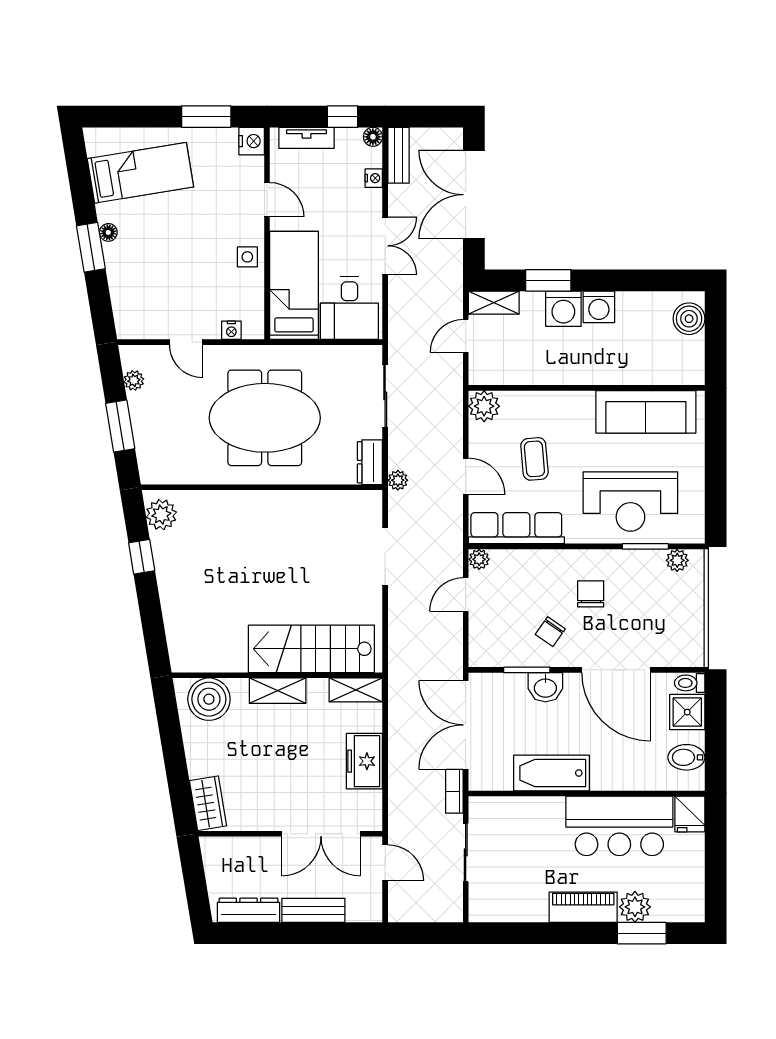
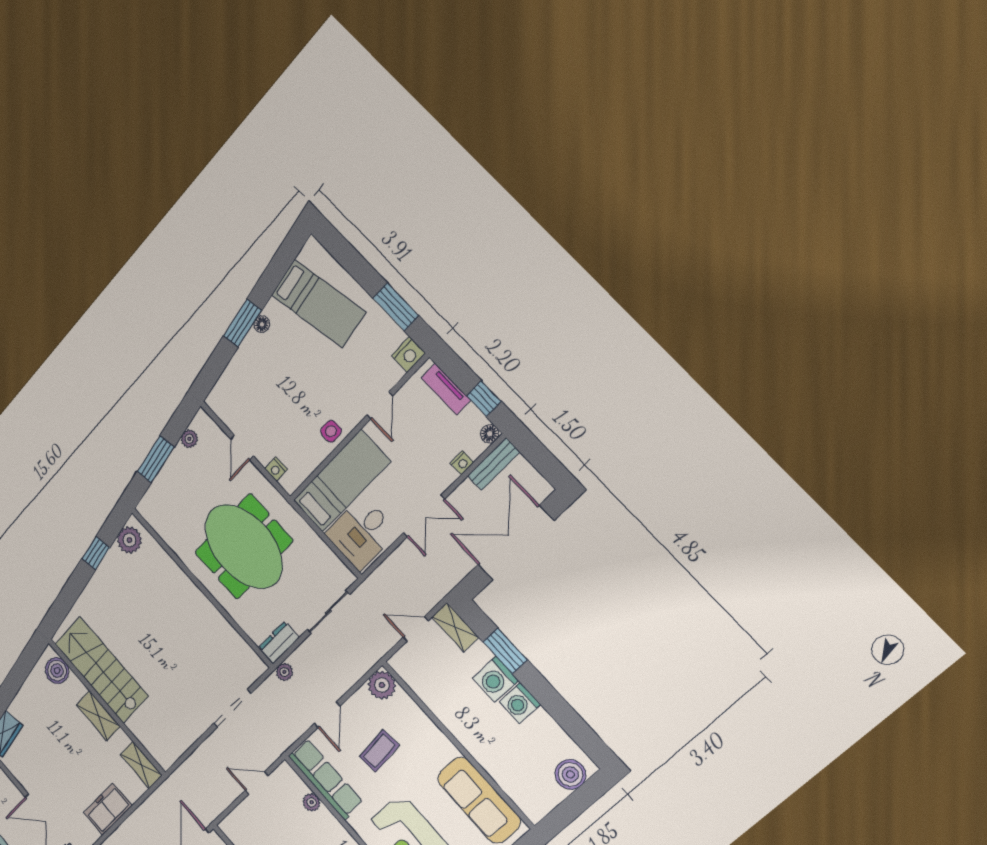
plant: (479, 559) -> (312, 802), moved
stairs: (311, 649) -> (101, 670), moved
boiler: (209, 699) -> (57, 671), width x0.73, depth x0.73

